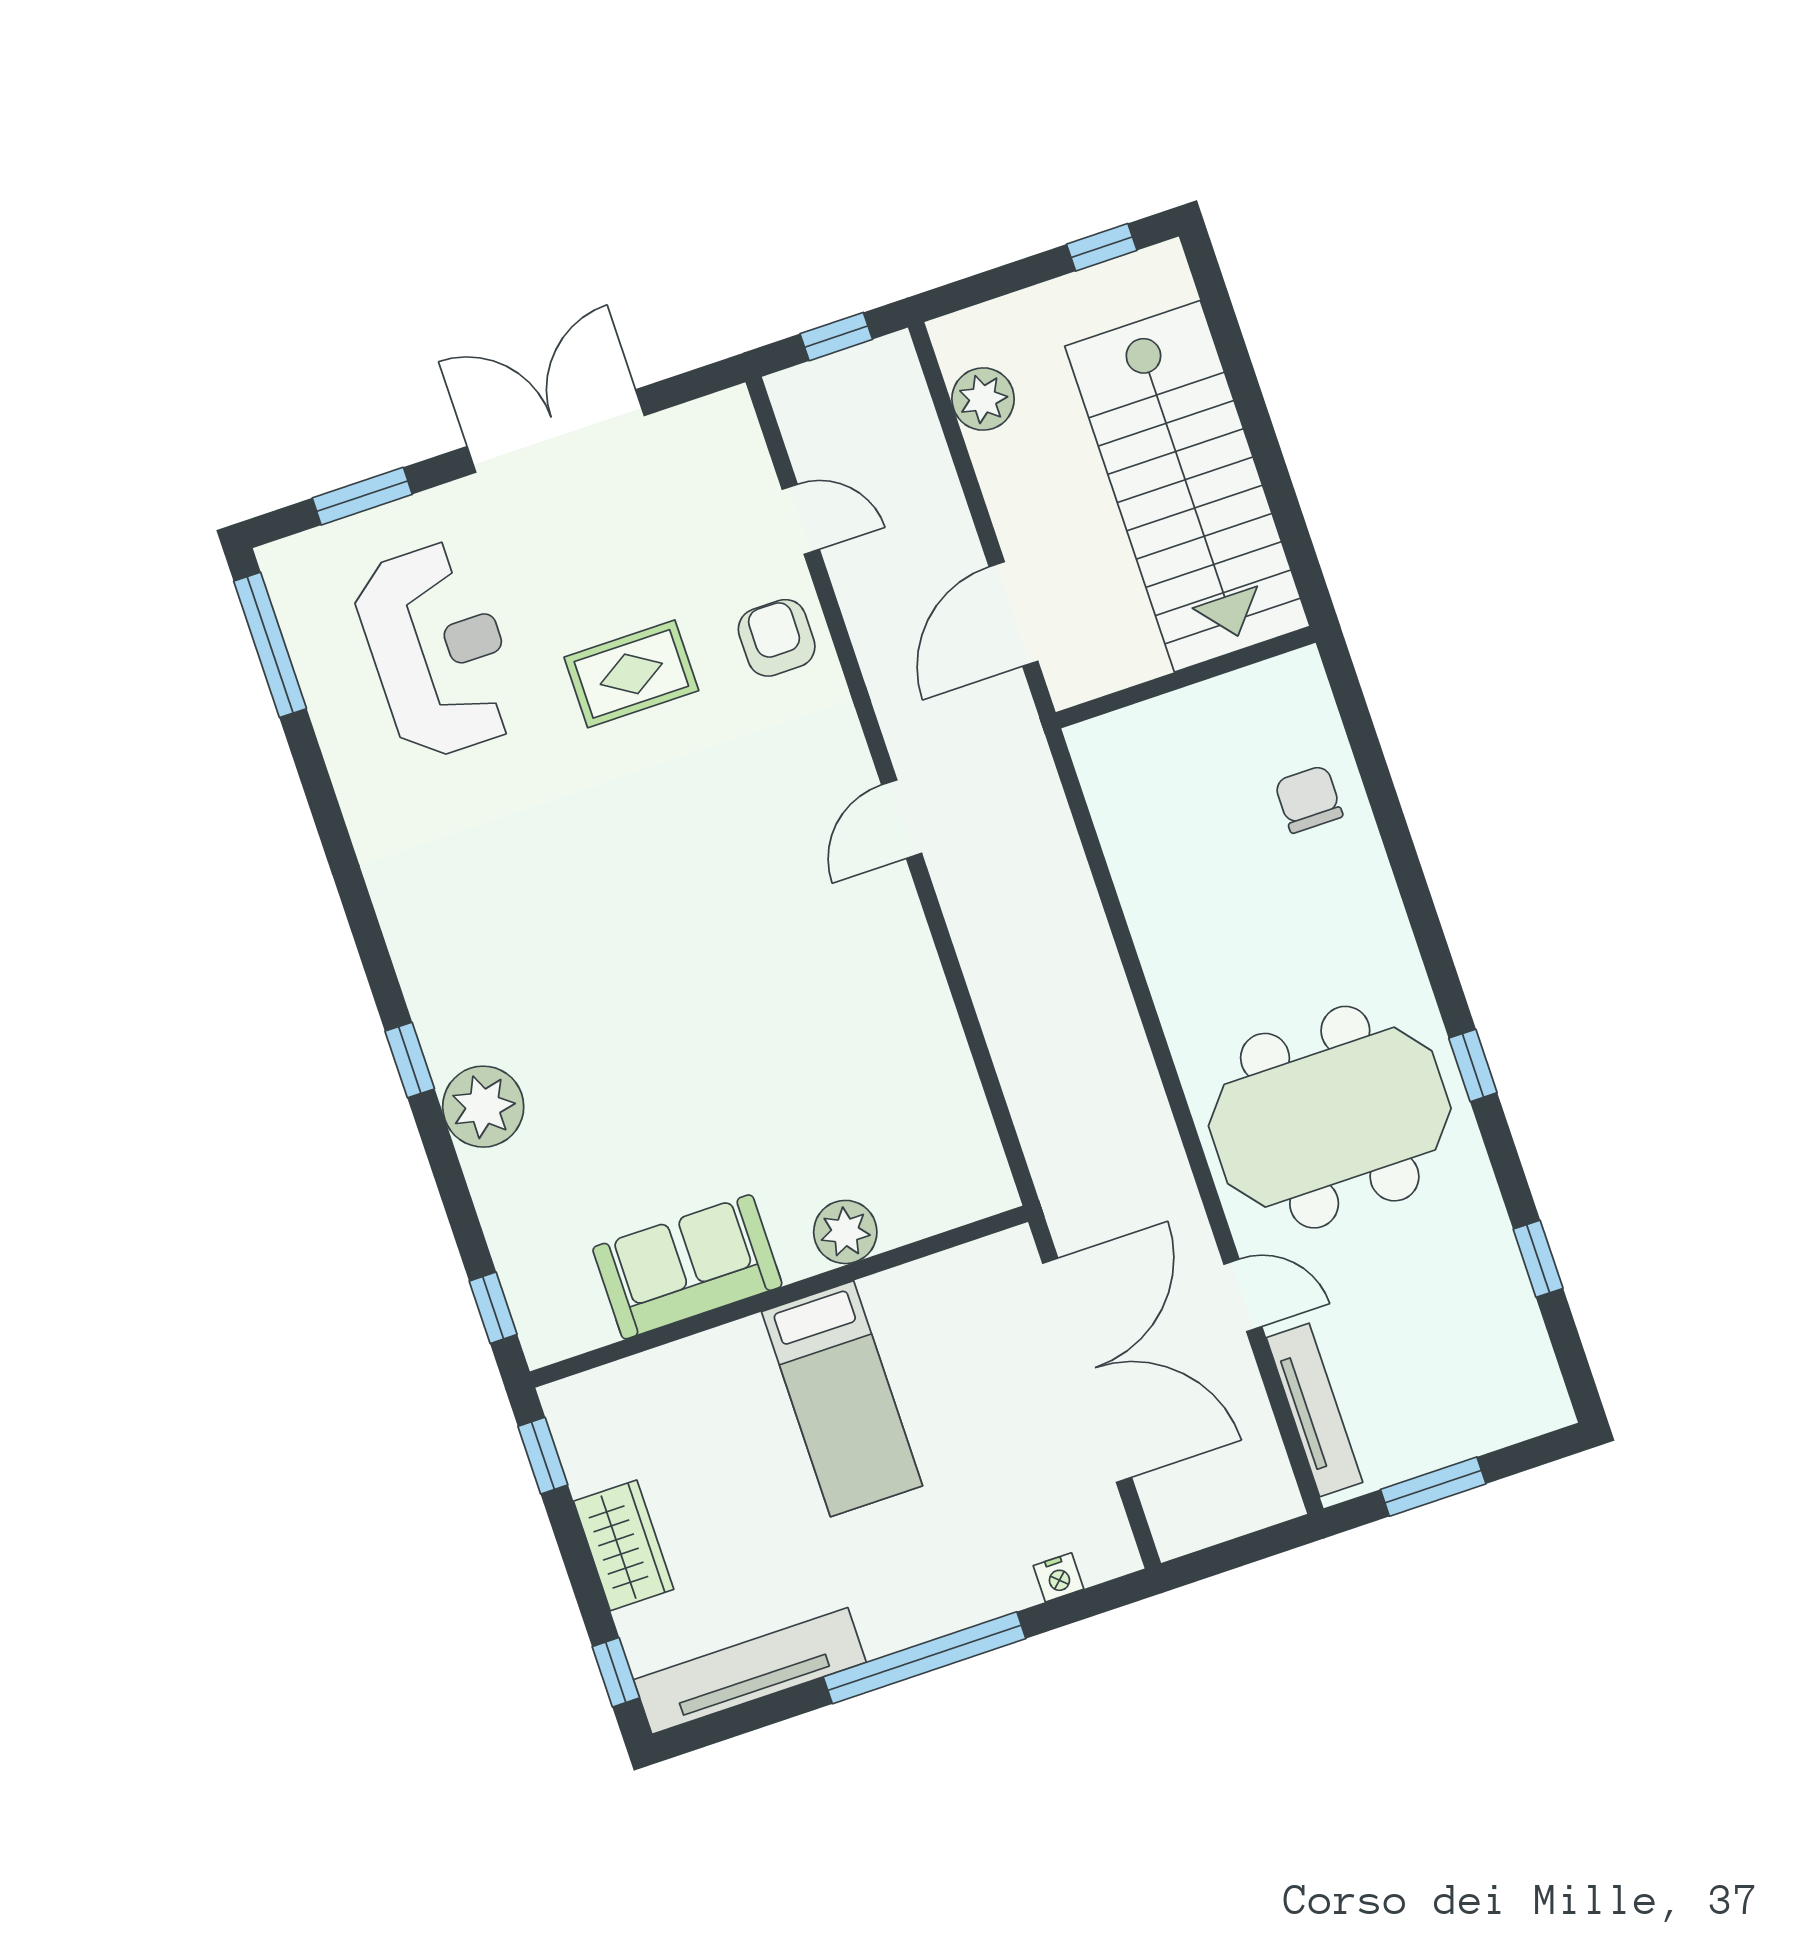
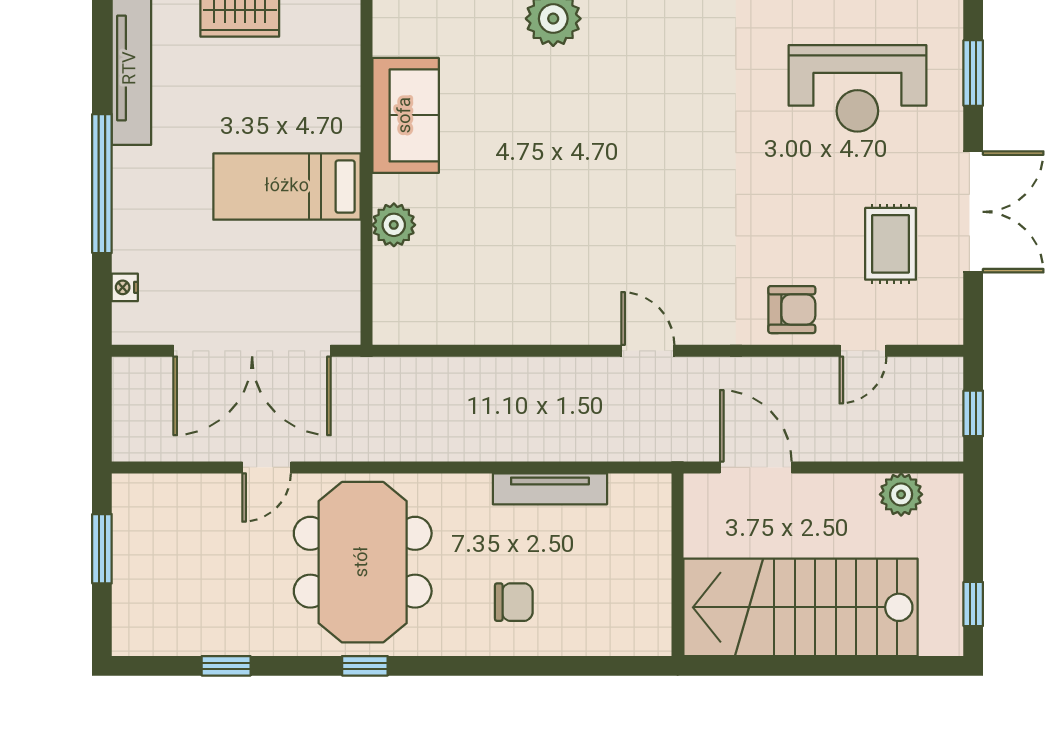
rug: (631, 674) -> (891, 244), moved
chair: (1309, 799) -> (514, 602), moved
tv unit: (1314, 1410) -> (550, 489), moved

